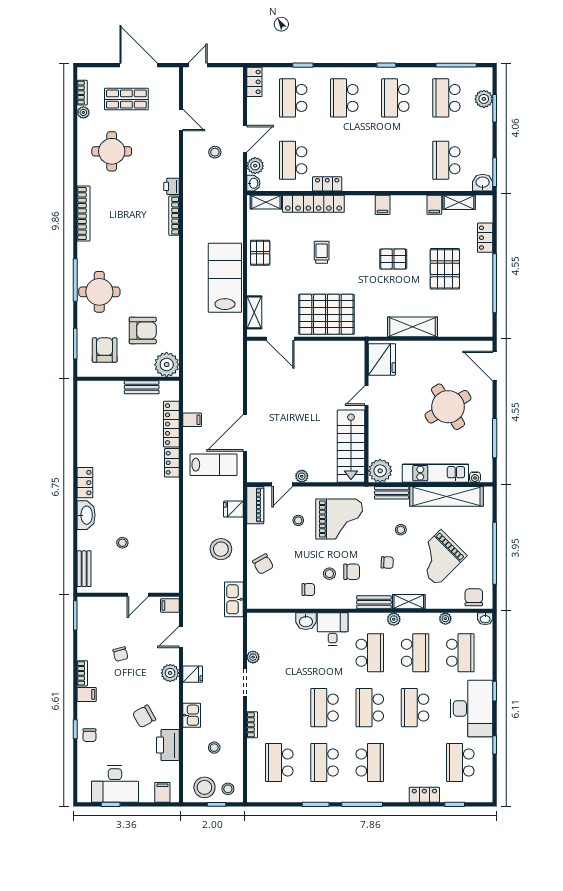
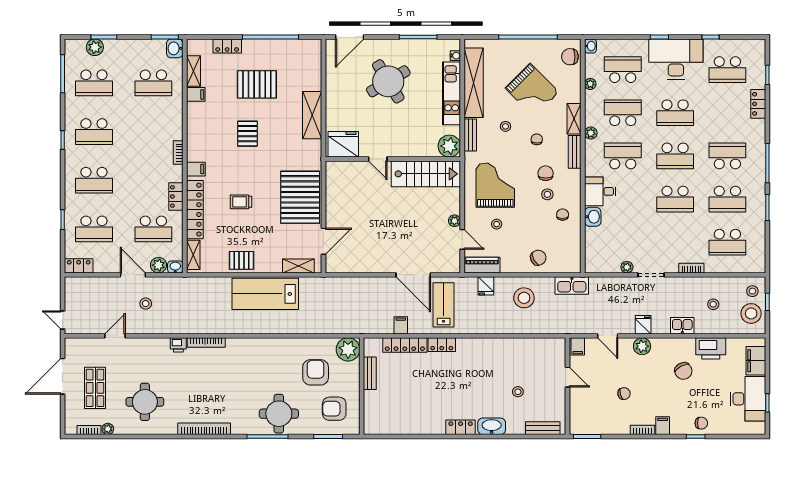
bookcase: (373, 186) -> (178, 153), added
filing cabinet: (383, 205) -> (196, 169), moved
filing cabinet: (162, 792) -> (756, 361), width x2.00

